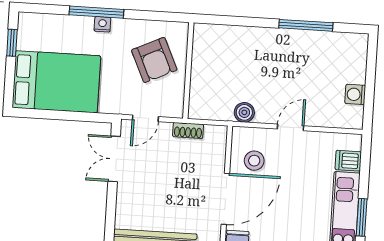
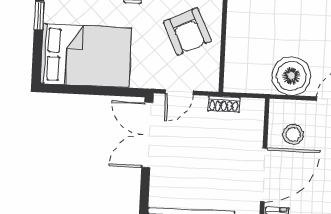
boiler: (244, 112) -> (291, 76), width x1.86, depth x1.86
double door: (114, 159) -> (147, 135), width x1.37

